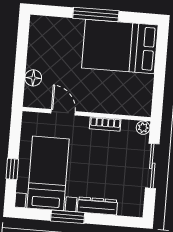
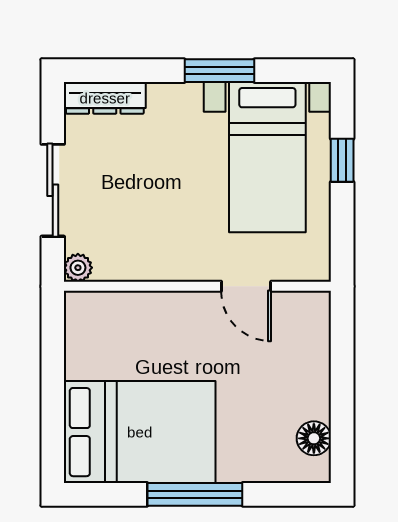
floor lamp: (33, 78) -> (314, 438), moved
bookcase: (105, 124) -> (157, 269), removed
dresser: (97, 206) -> (105, 98), moved

